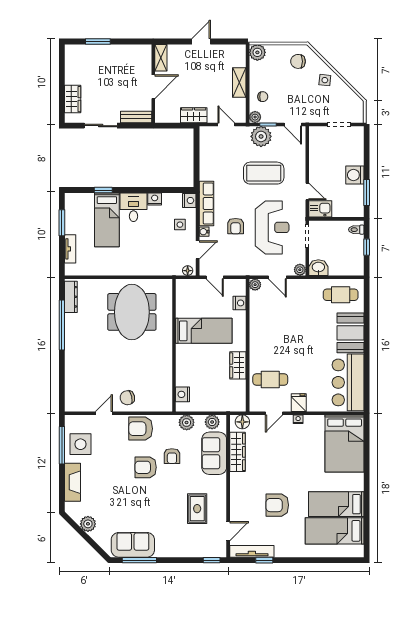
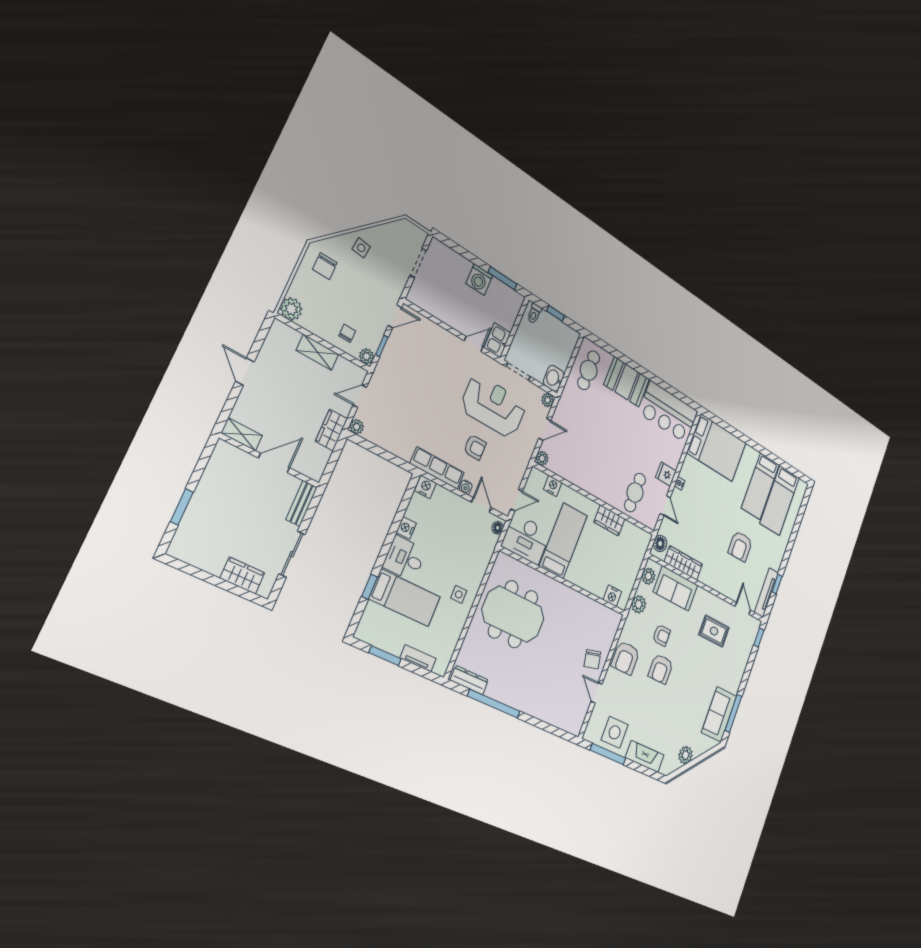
door: (153, 87) -> (274, 463), hinge flipped
plant: (261, 136) -> (357, 427), moved, width x0.53, depth x0.53
coffee table: (264, 173) -> (433, 382), removed
side table: (180, 225) -> (459, 594), moved
desk: (191, 298) -> (526, 539), added

